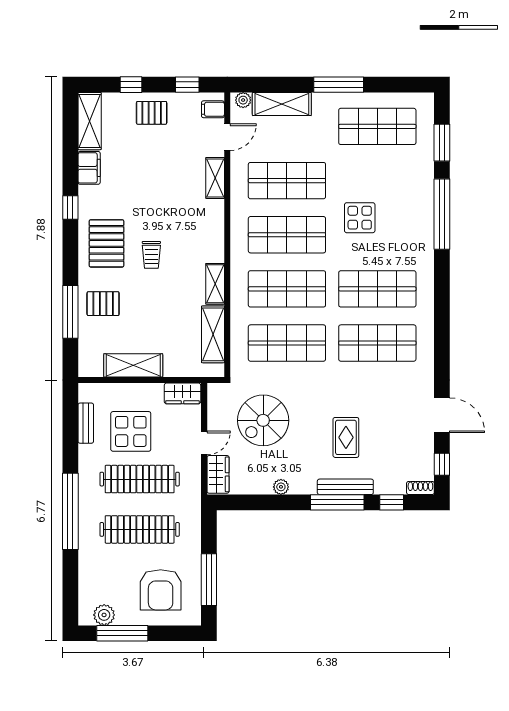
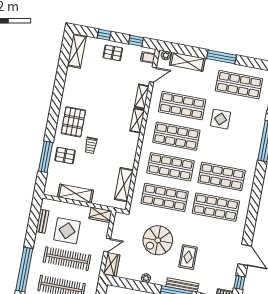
filing cabinet: (89, 168) -> (72, 77), removed
window: (70, 207) -> (57, 98), removed
display table: (360, 218) -> (220, 119), moved
trolley: (151, 255) -> (91, 145), moved
shelving: (215, 284) -> (137, 121), moved
spiral stairs: (263, 420) -> (158, 240), moved

